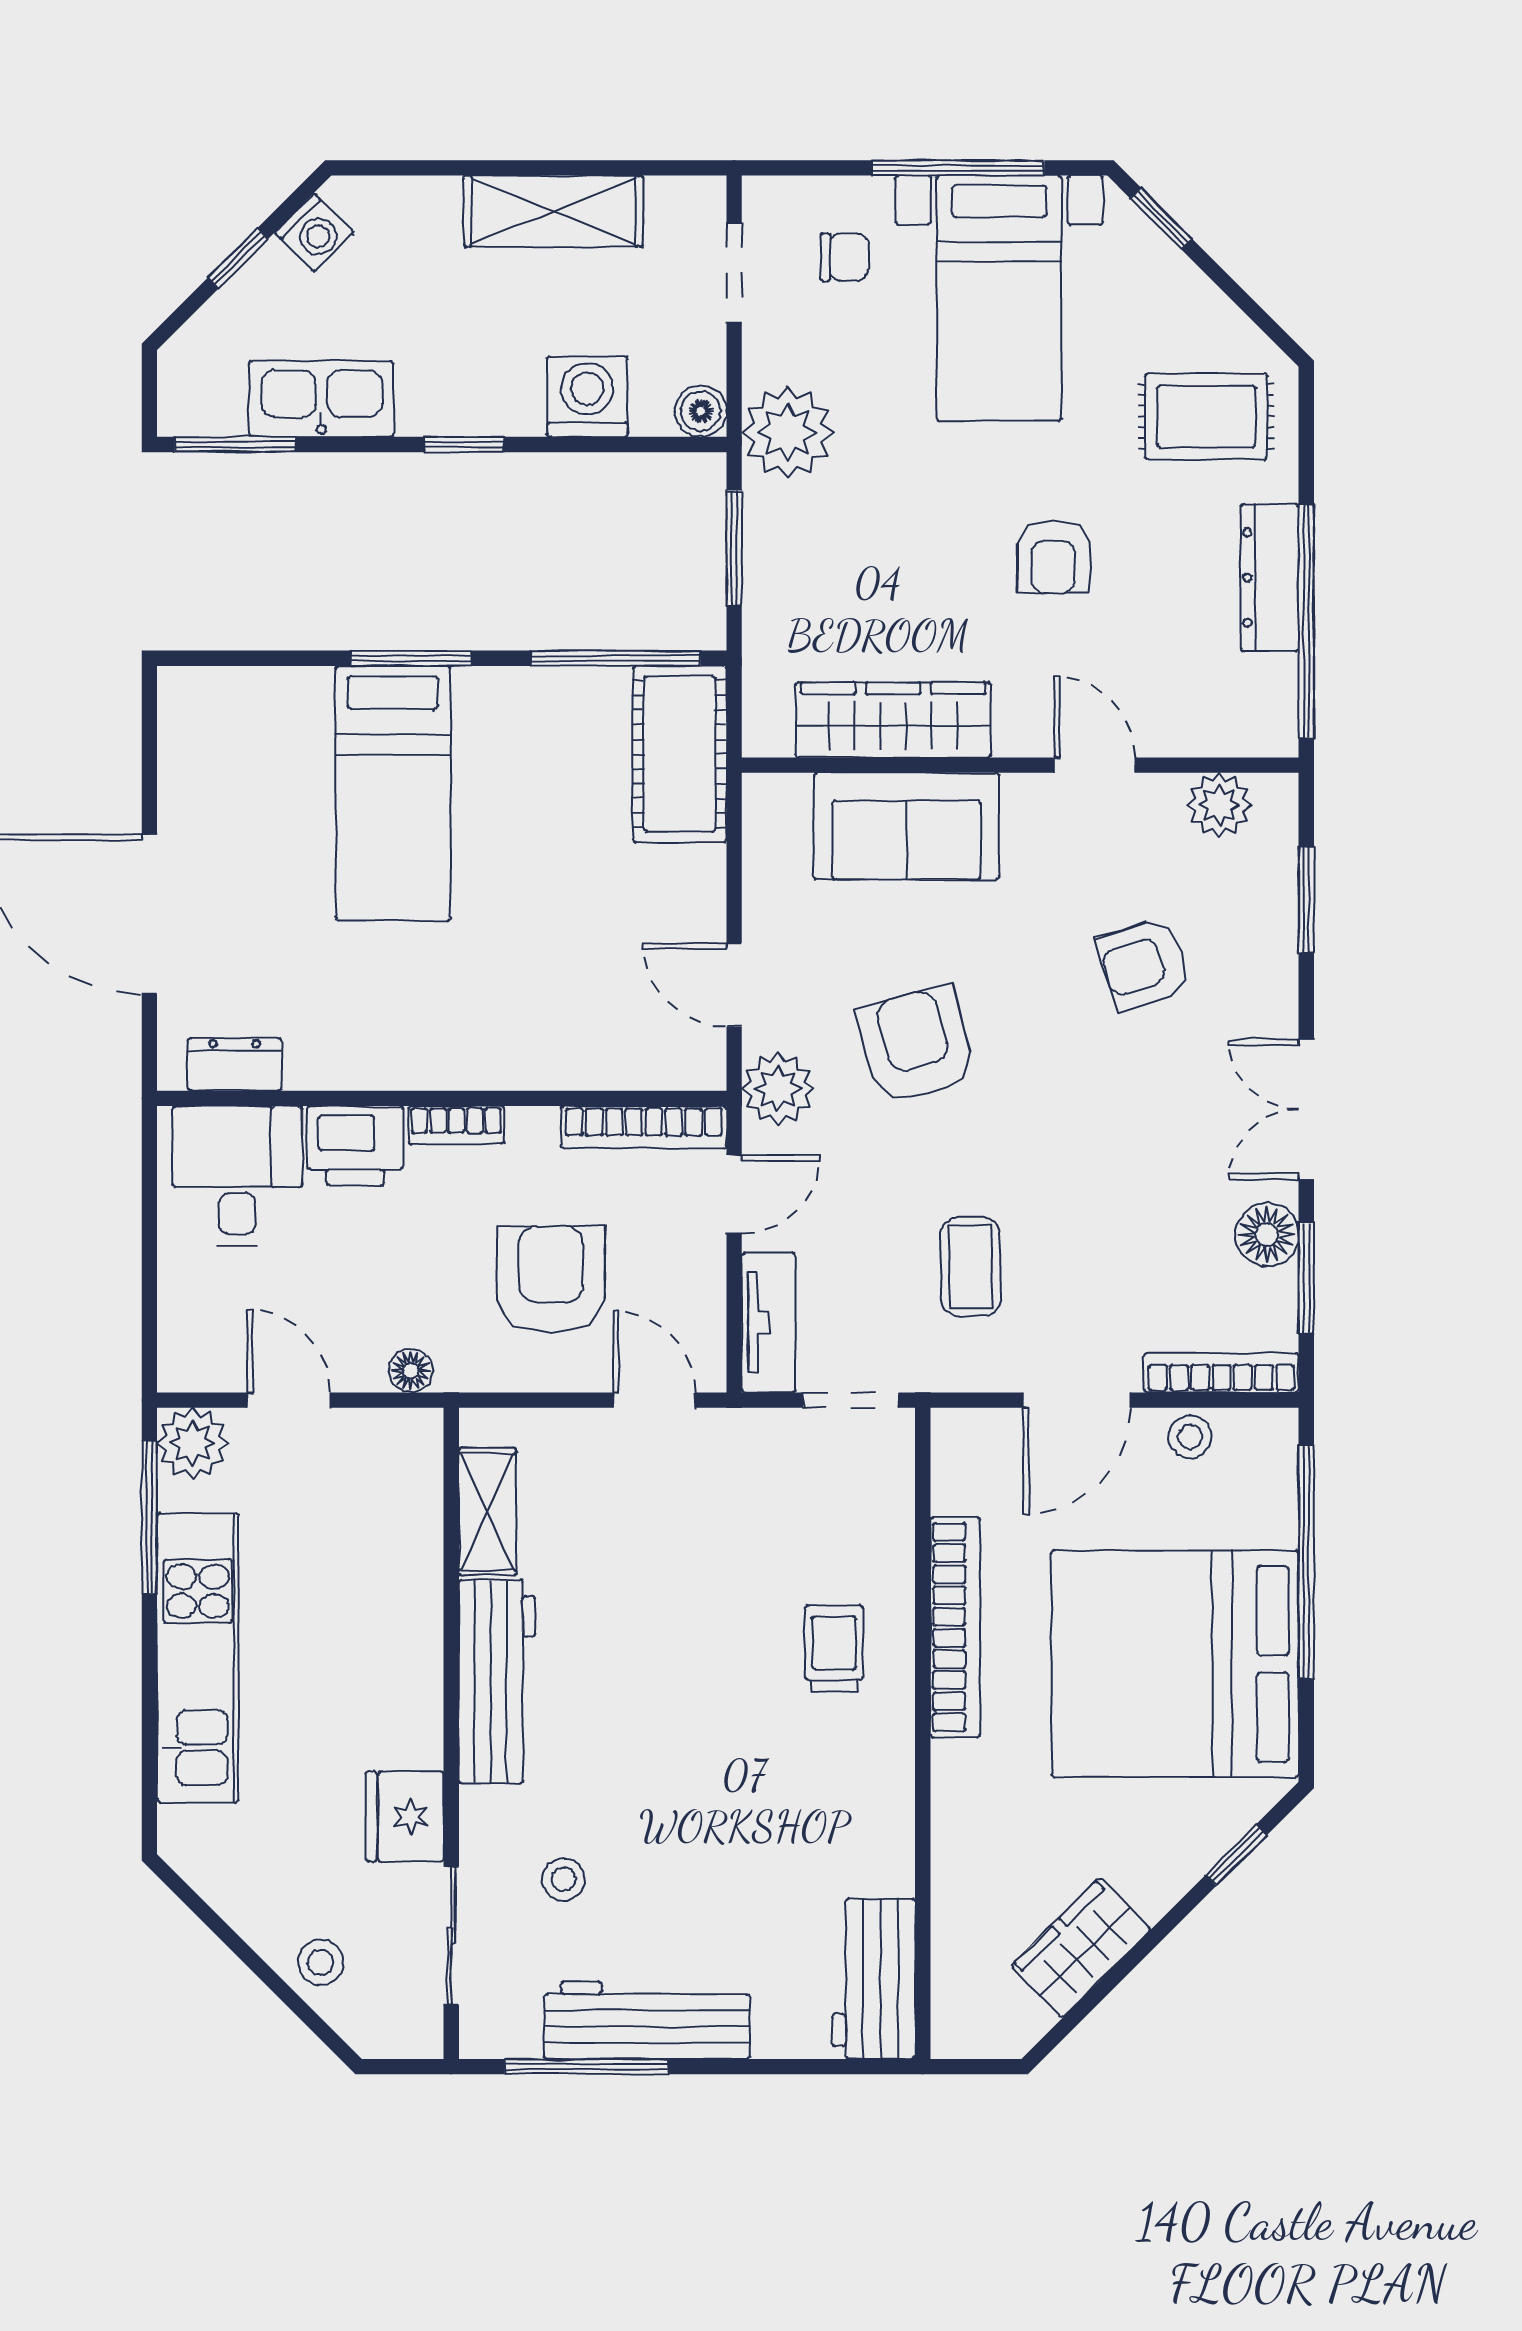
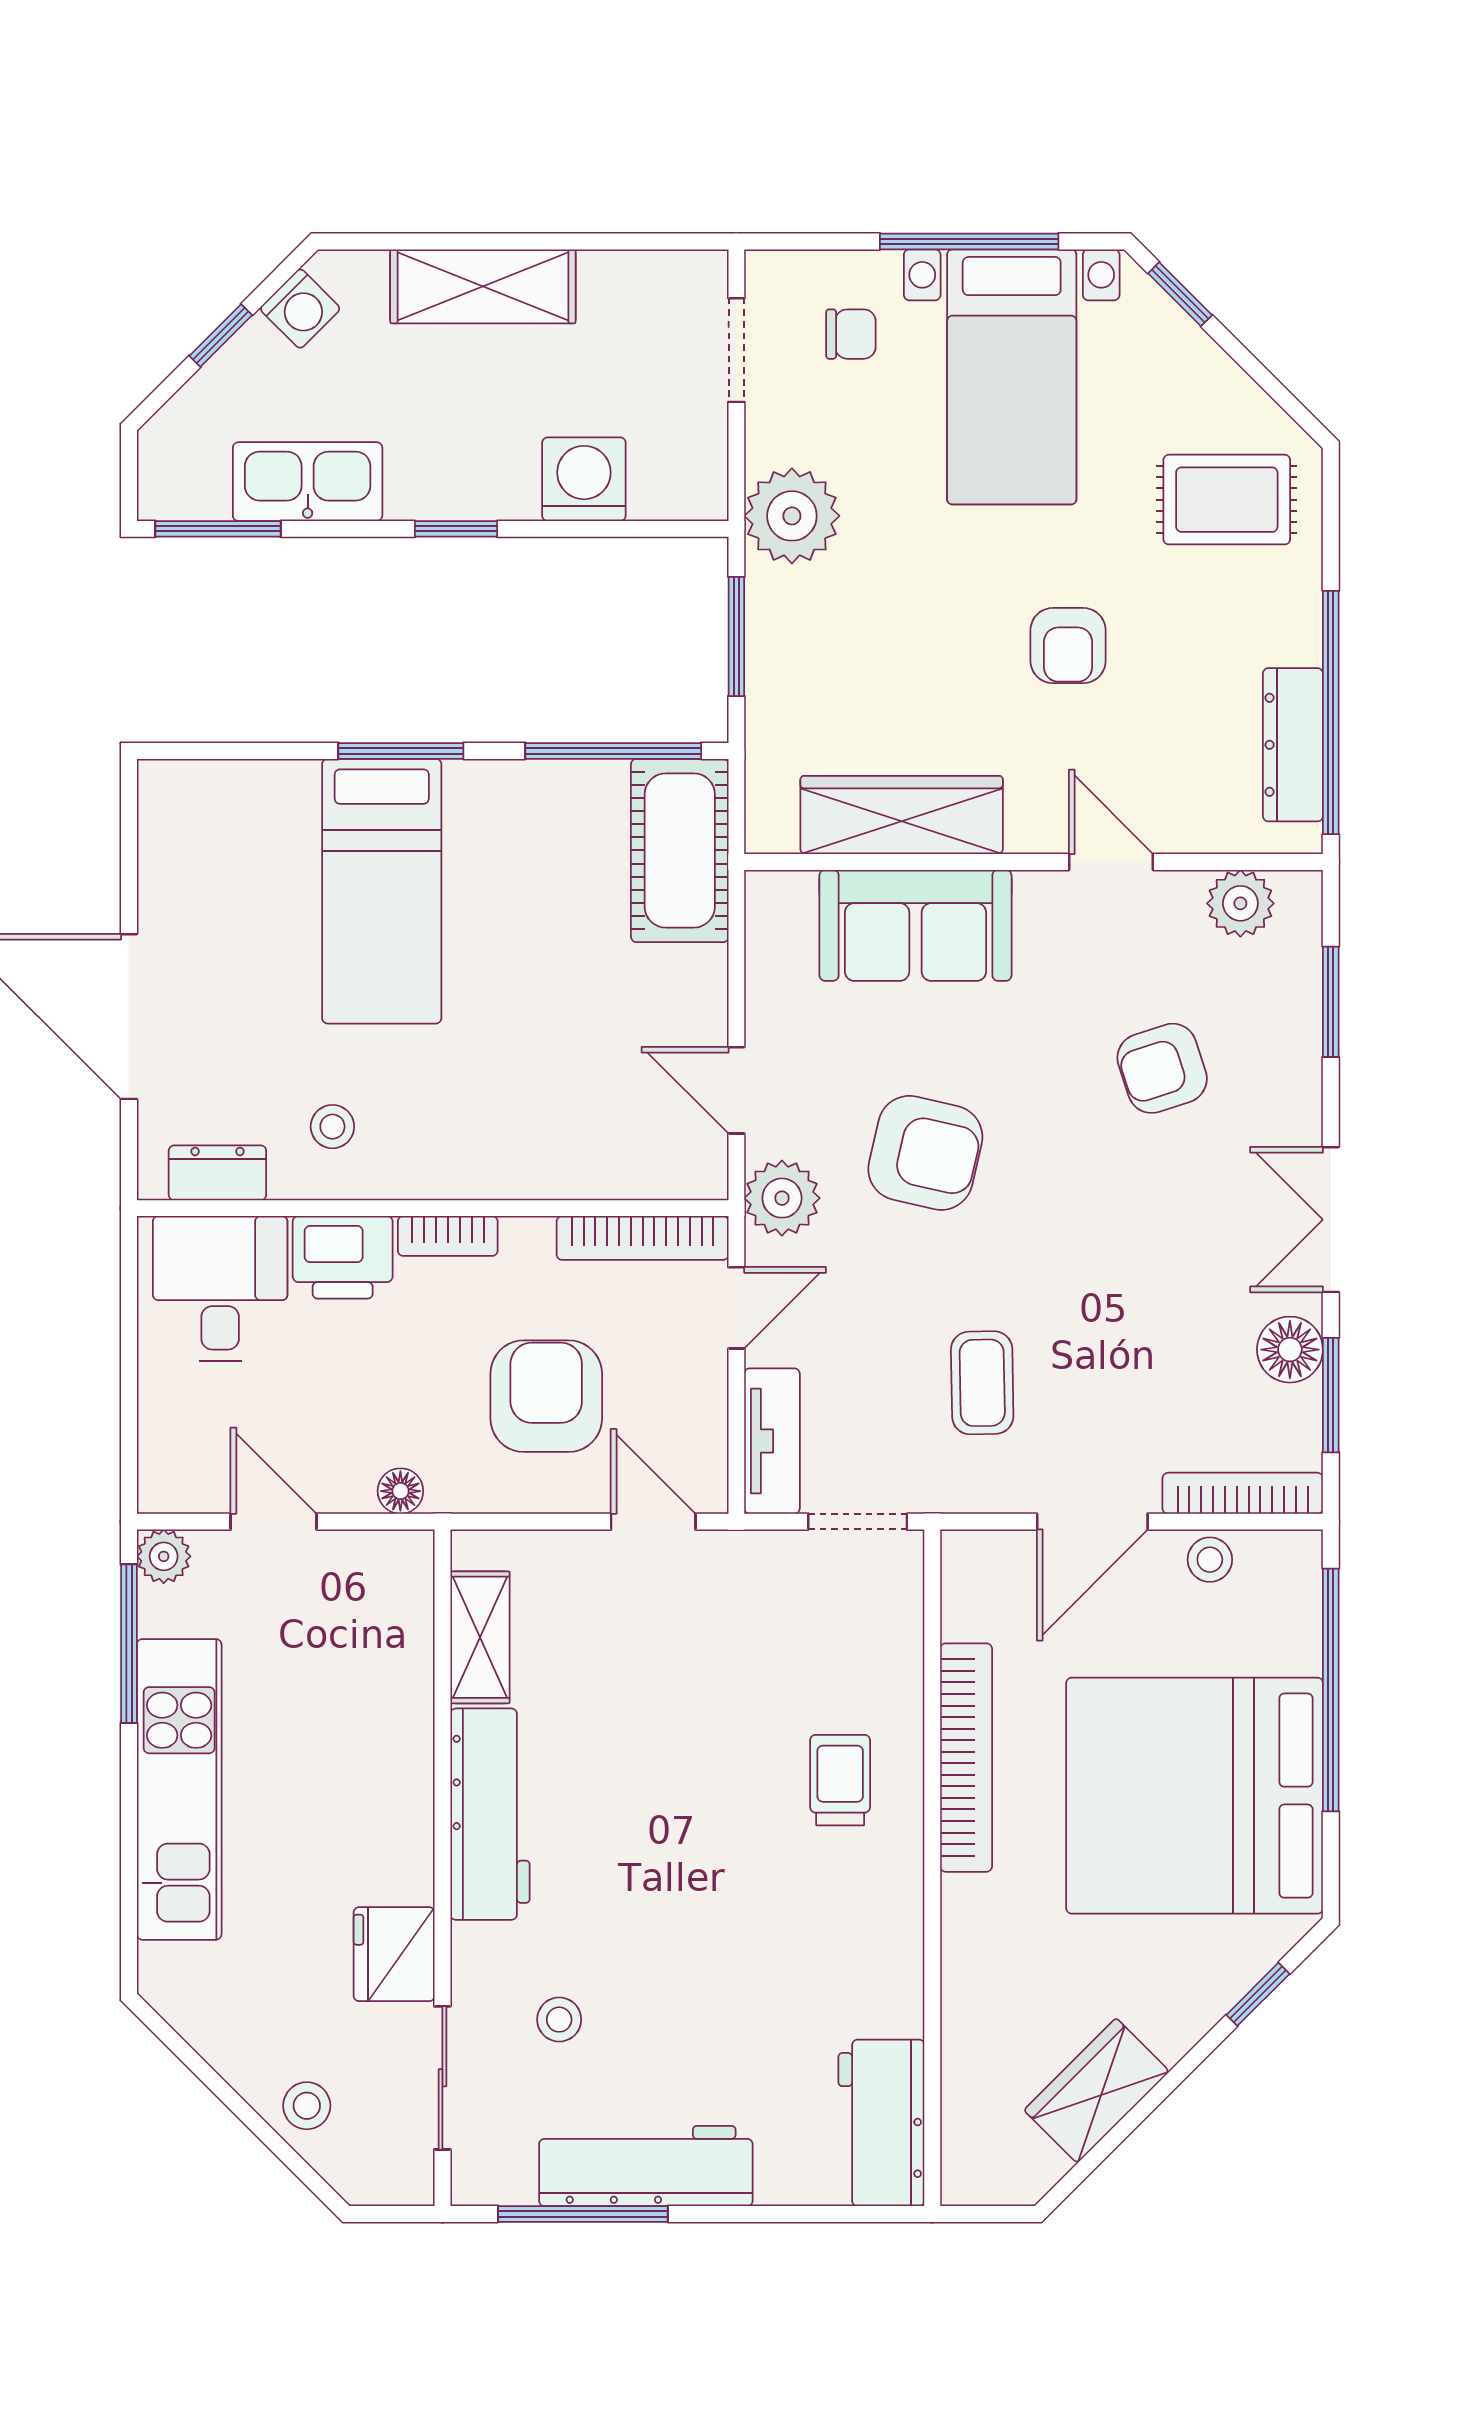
shelving: (553, 211) -> (483, 286), moved
boiler: (701, 411) -> (702, 494), removed
dresser: (1270, 578) -> (1293, 745), moved
stool: (345, 1020) -> (332, 1127), added
armchair: (916, 1045) -> (925, 1153), turned 118
plant: (193, 1443) -> (164, 1556), width x0.73, depth x0.73

